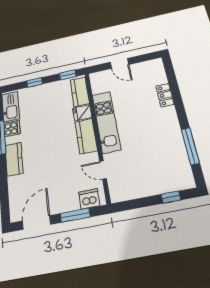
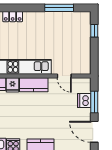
door: (103, 170) -> (64, 76), hinge flipped
dishwasher: (89, 199) -> (84, 101), moved

